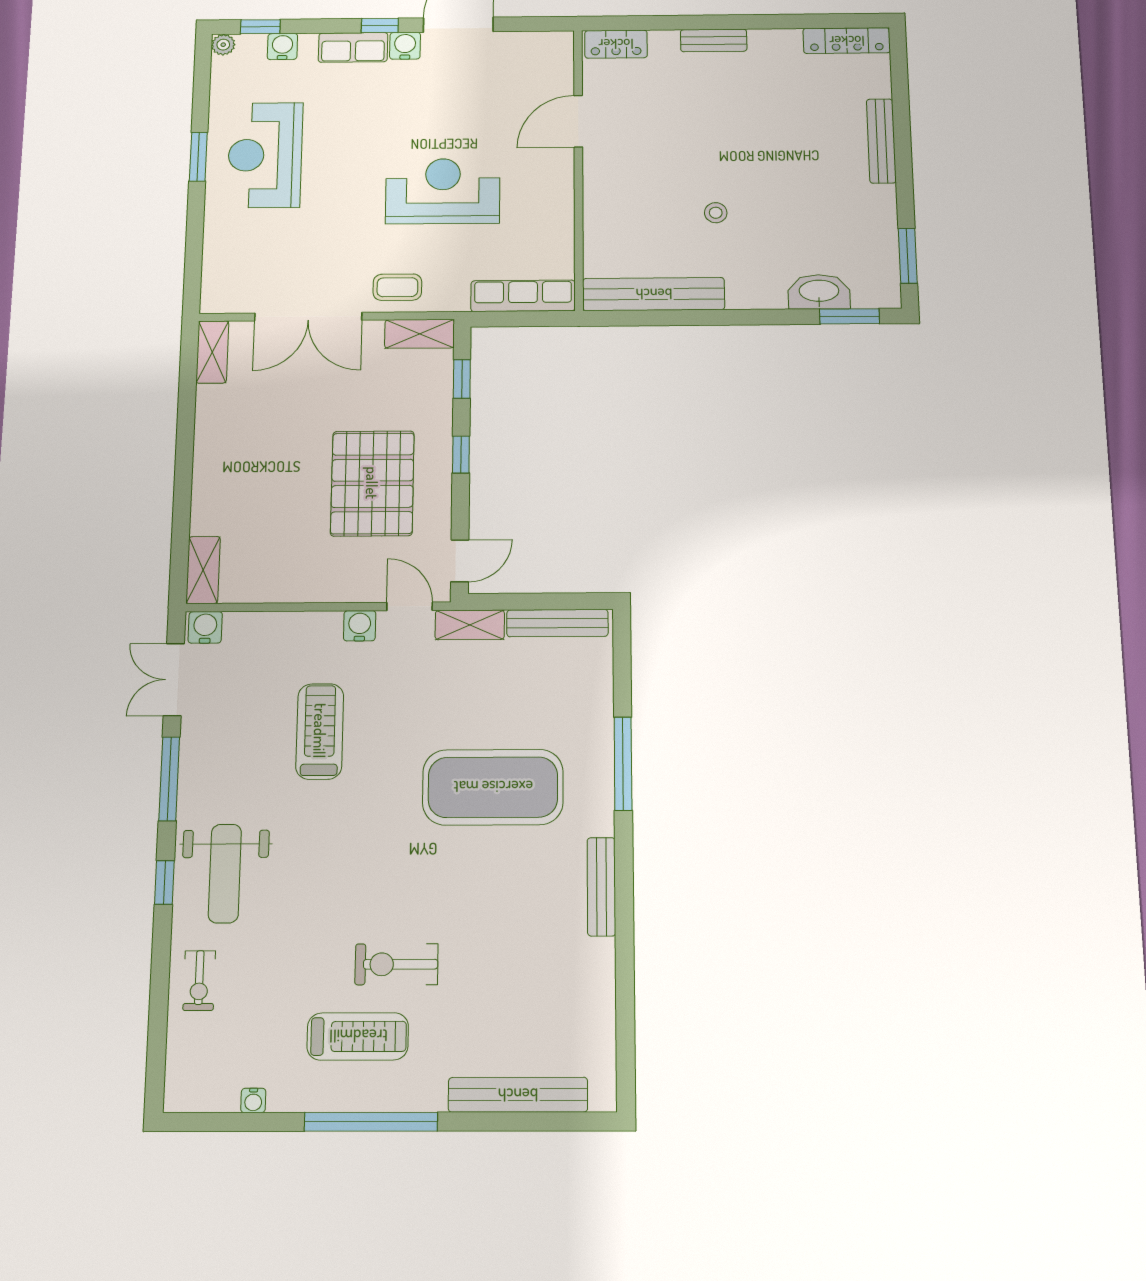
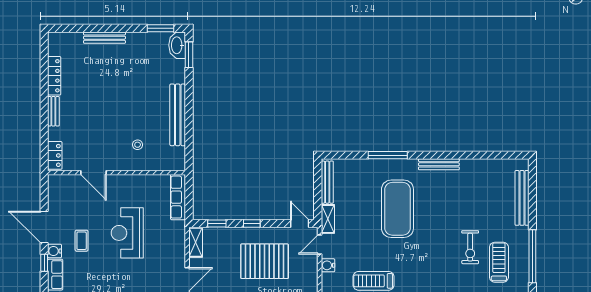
locker: (847, 41) -> (54, 76), moved
stool: (716, 213) -> (138, 145), moved
coffee table: (397, 287) -> (82, 241), moved
washbasin: (819, 292) -> (177, 45), moved
bench: (654, 294) -> (178, 115), moved

